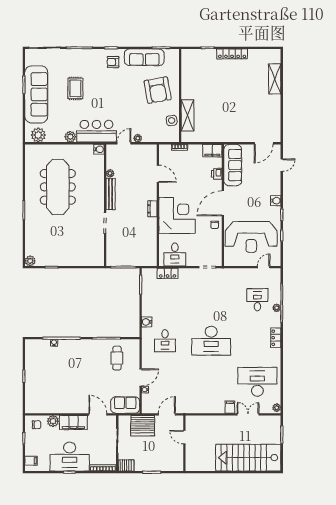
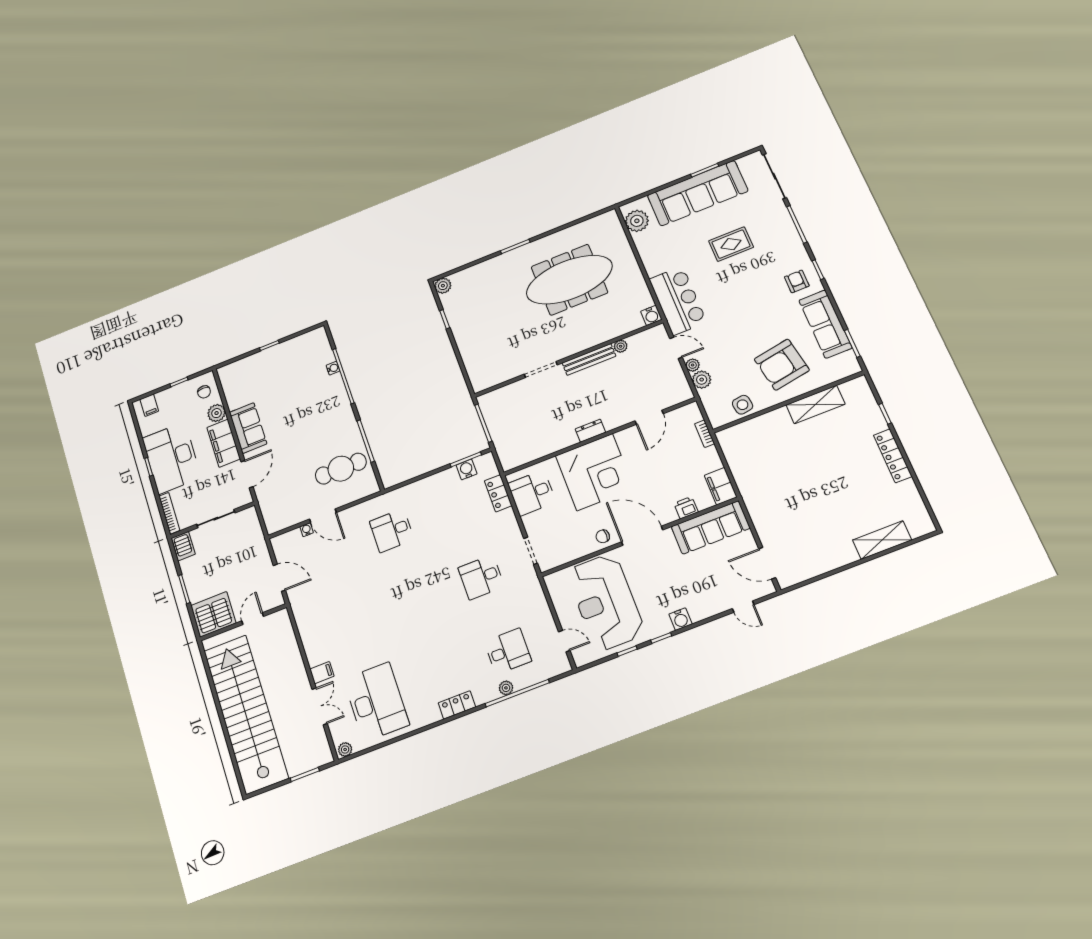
shelving: (188, 115) -> (815, 404), moved
plant: (70, 137) -> (702, 380), moved
water cooler: (147, 322) -> (467, 469), moved
desk: (211, 341) -> (481, 577), moved, width x0.53, depth x0.77
cafe table: (117, 358) -> (341, 469), width x1.37, depth x1.35
sofa: (125, 405) -> (248, 428), moved
server rack: (143, 426) -> (213, 614), moved, turned 90
stairs: (248, 458) -> (246, 714), width x1.36

